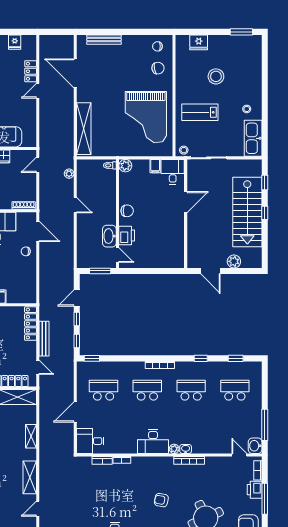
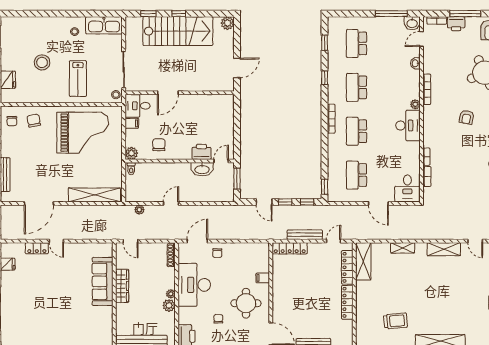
door: (186, 202) -> (168, 93), swing flipped
chair: (127, 211) -> (159, 145), moved
plant: (234, 261) -> (227, 23), moved
washbasin: (186, 449) -> (415, 63), moved

